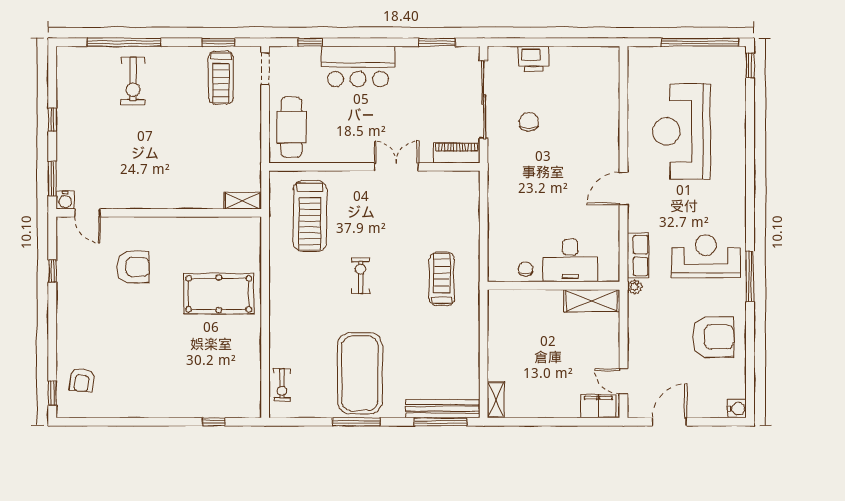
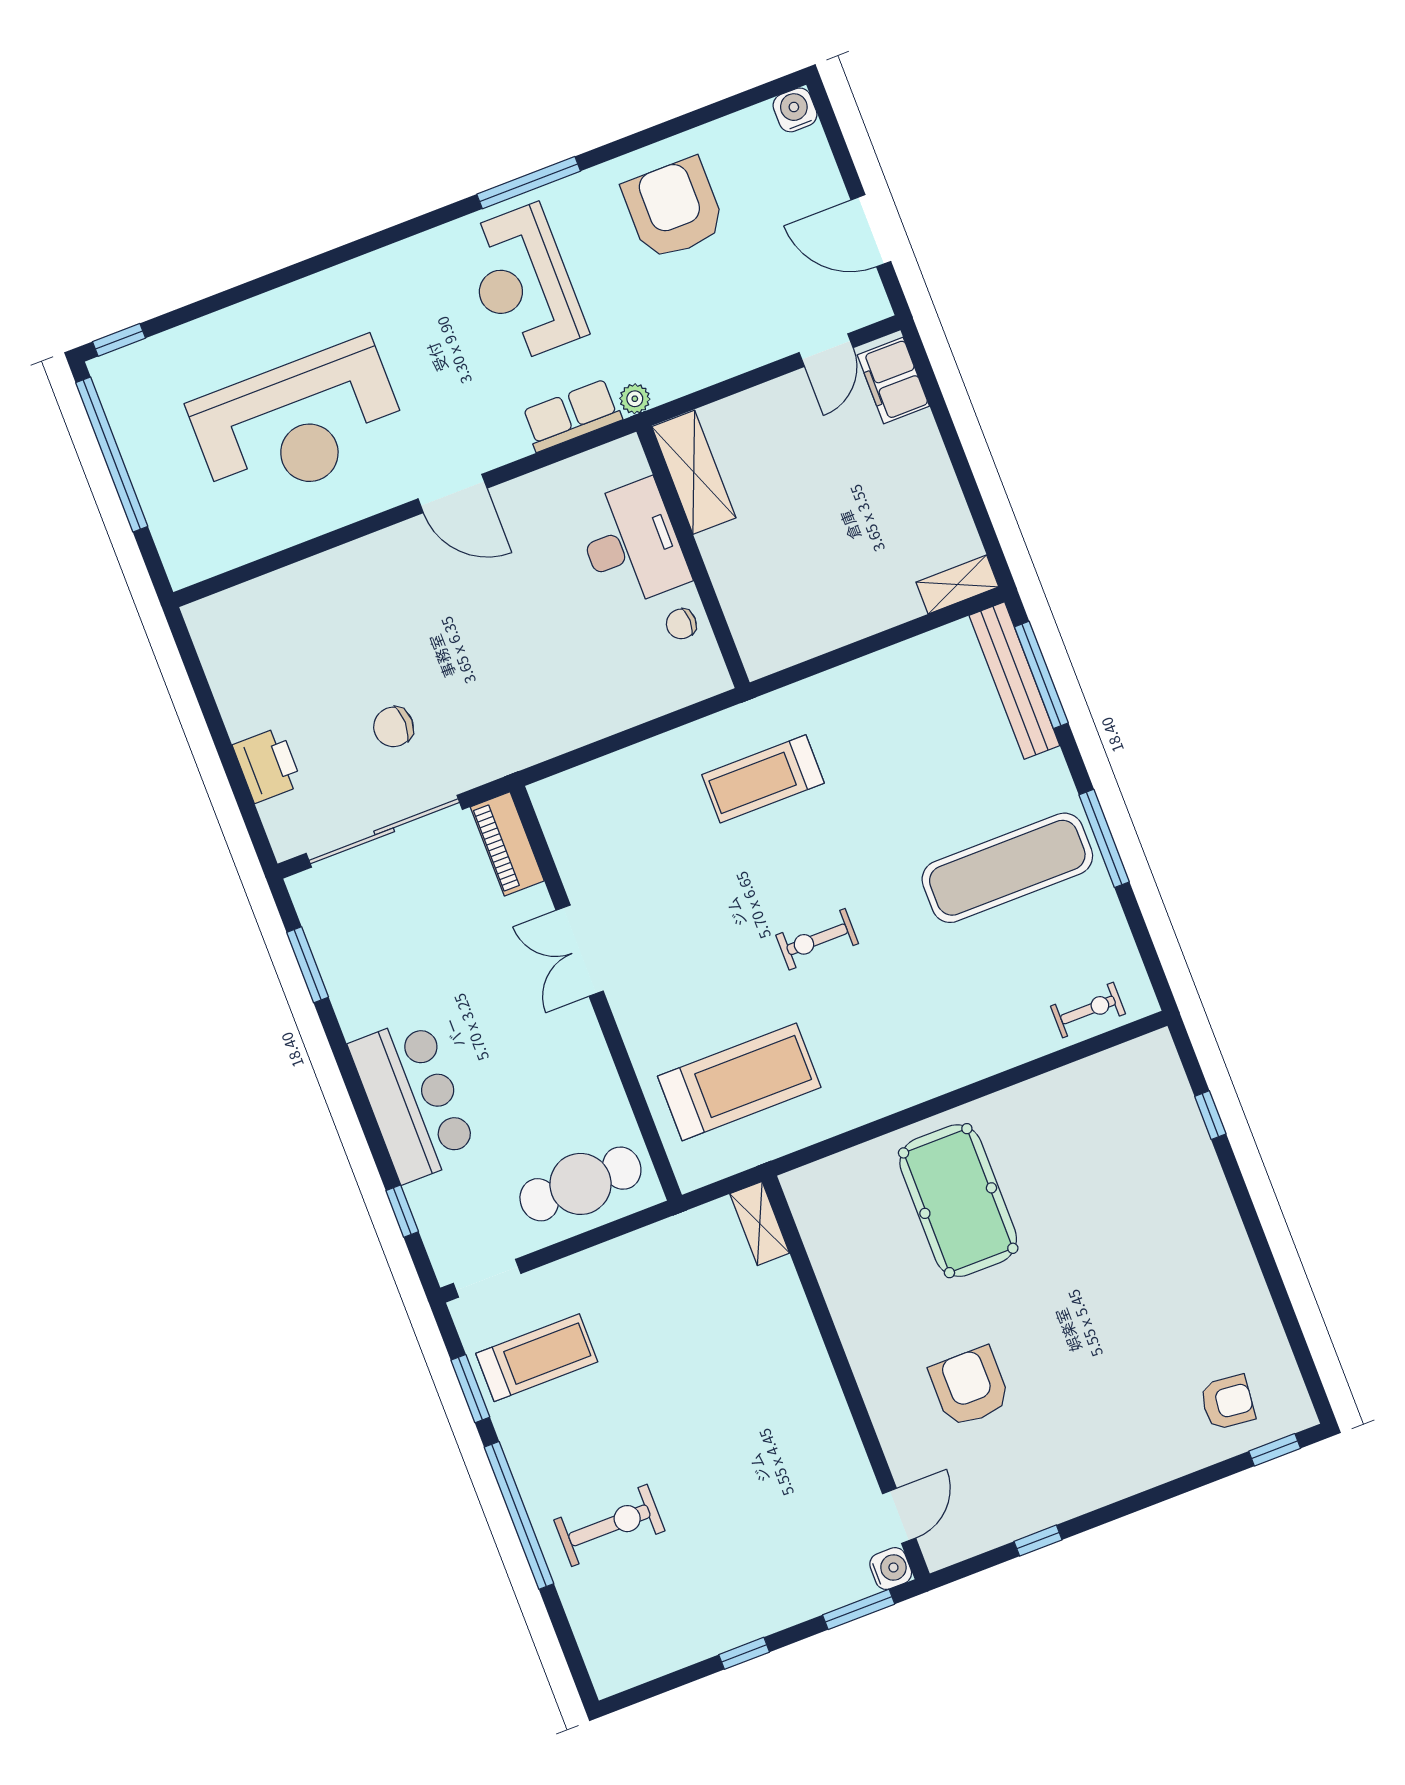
window: (124, 42) -> (519, 1515), moved
exercise mat: (360, 373) -> (1007, 868), width x0.68

